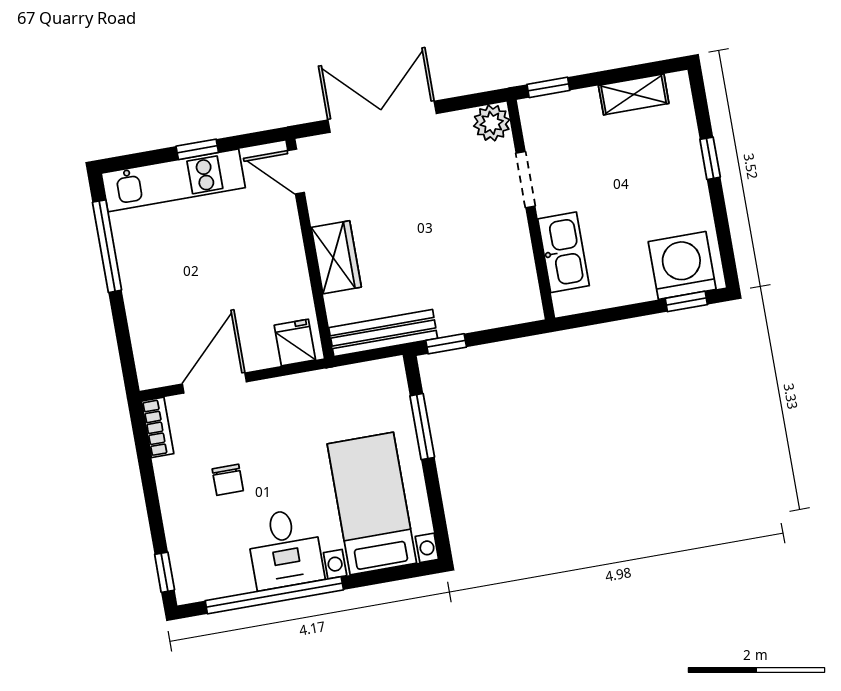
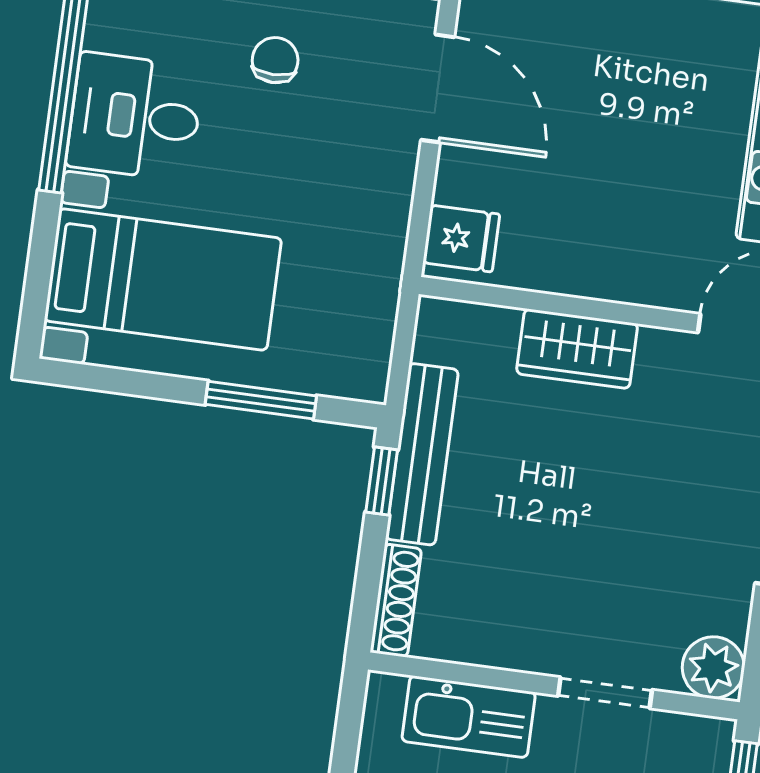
shoe rack: (511, 314) -> (396, 600), added
bench: (383, 333) -> (422, 454), moved
chair: (228, 480) -> (275, 60), turned 90

